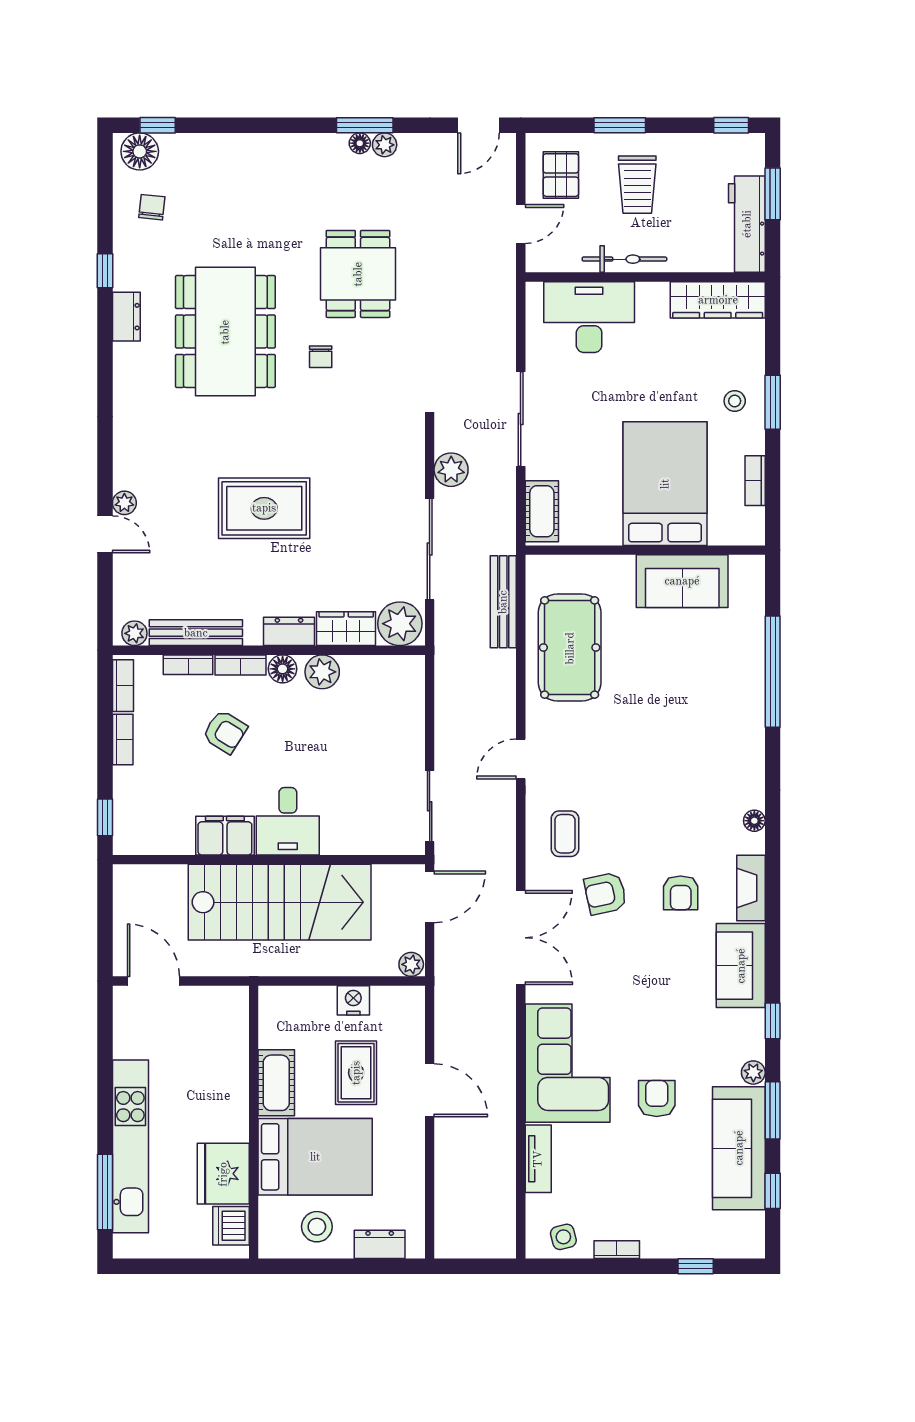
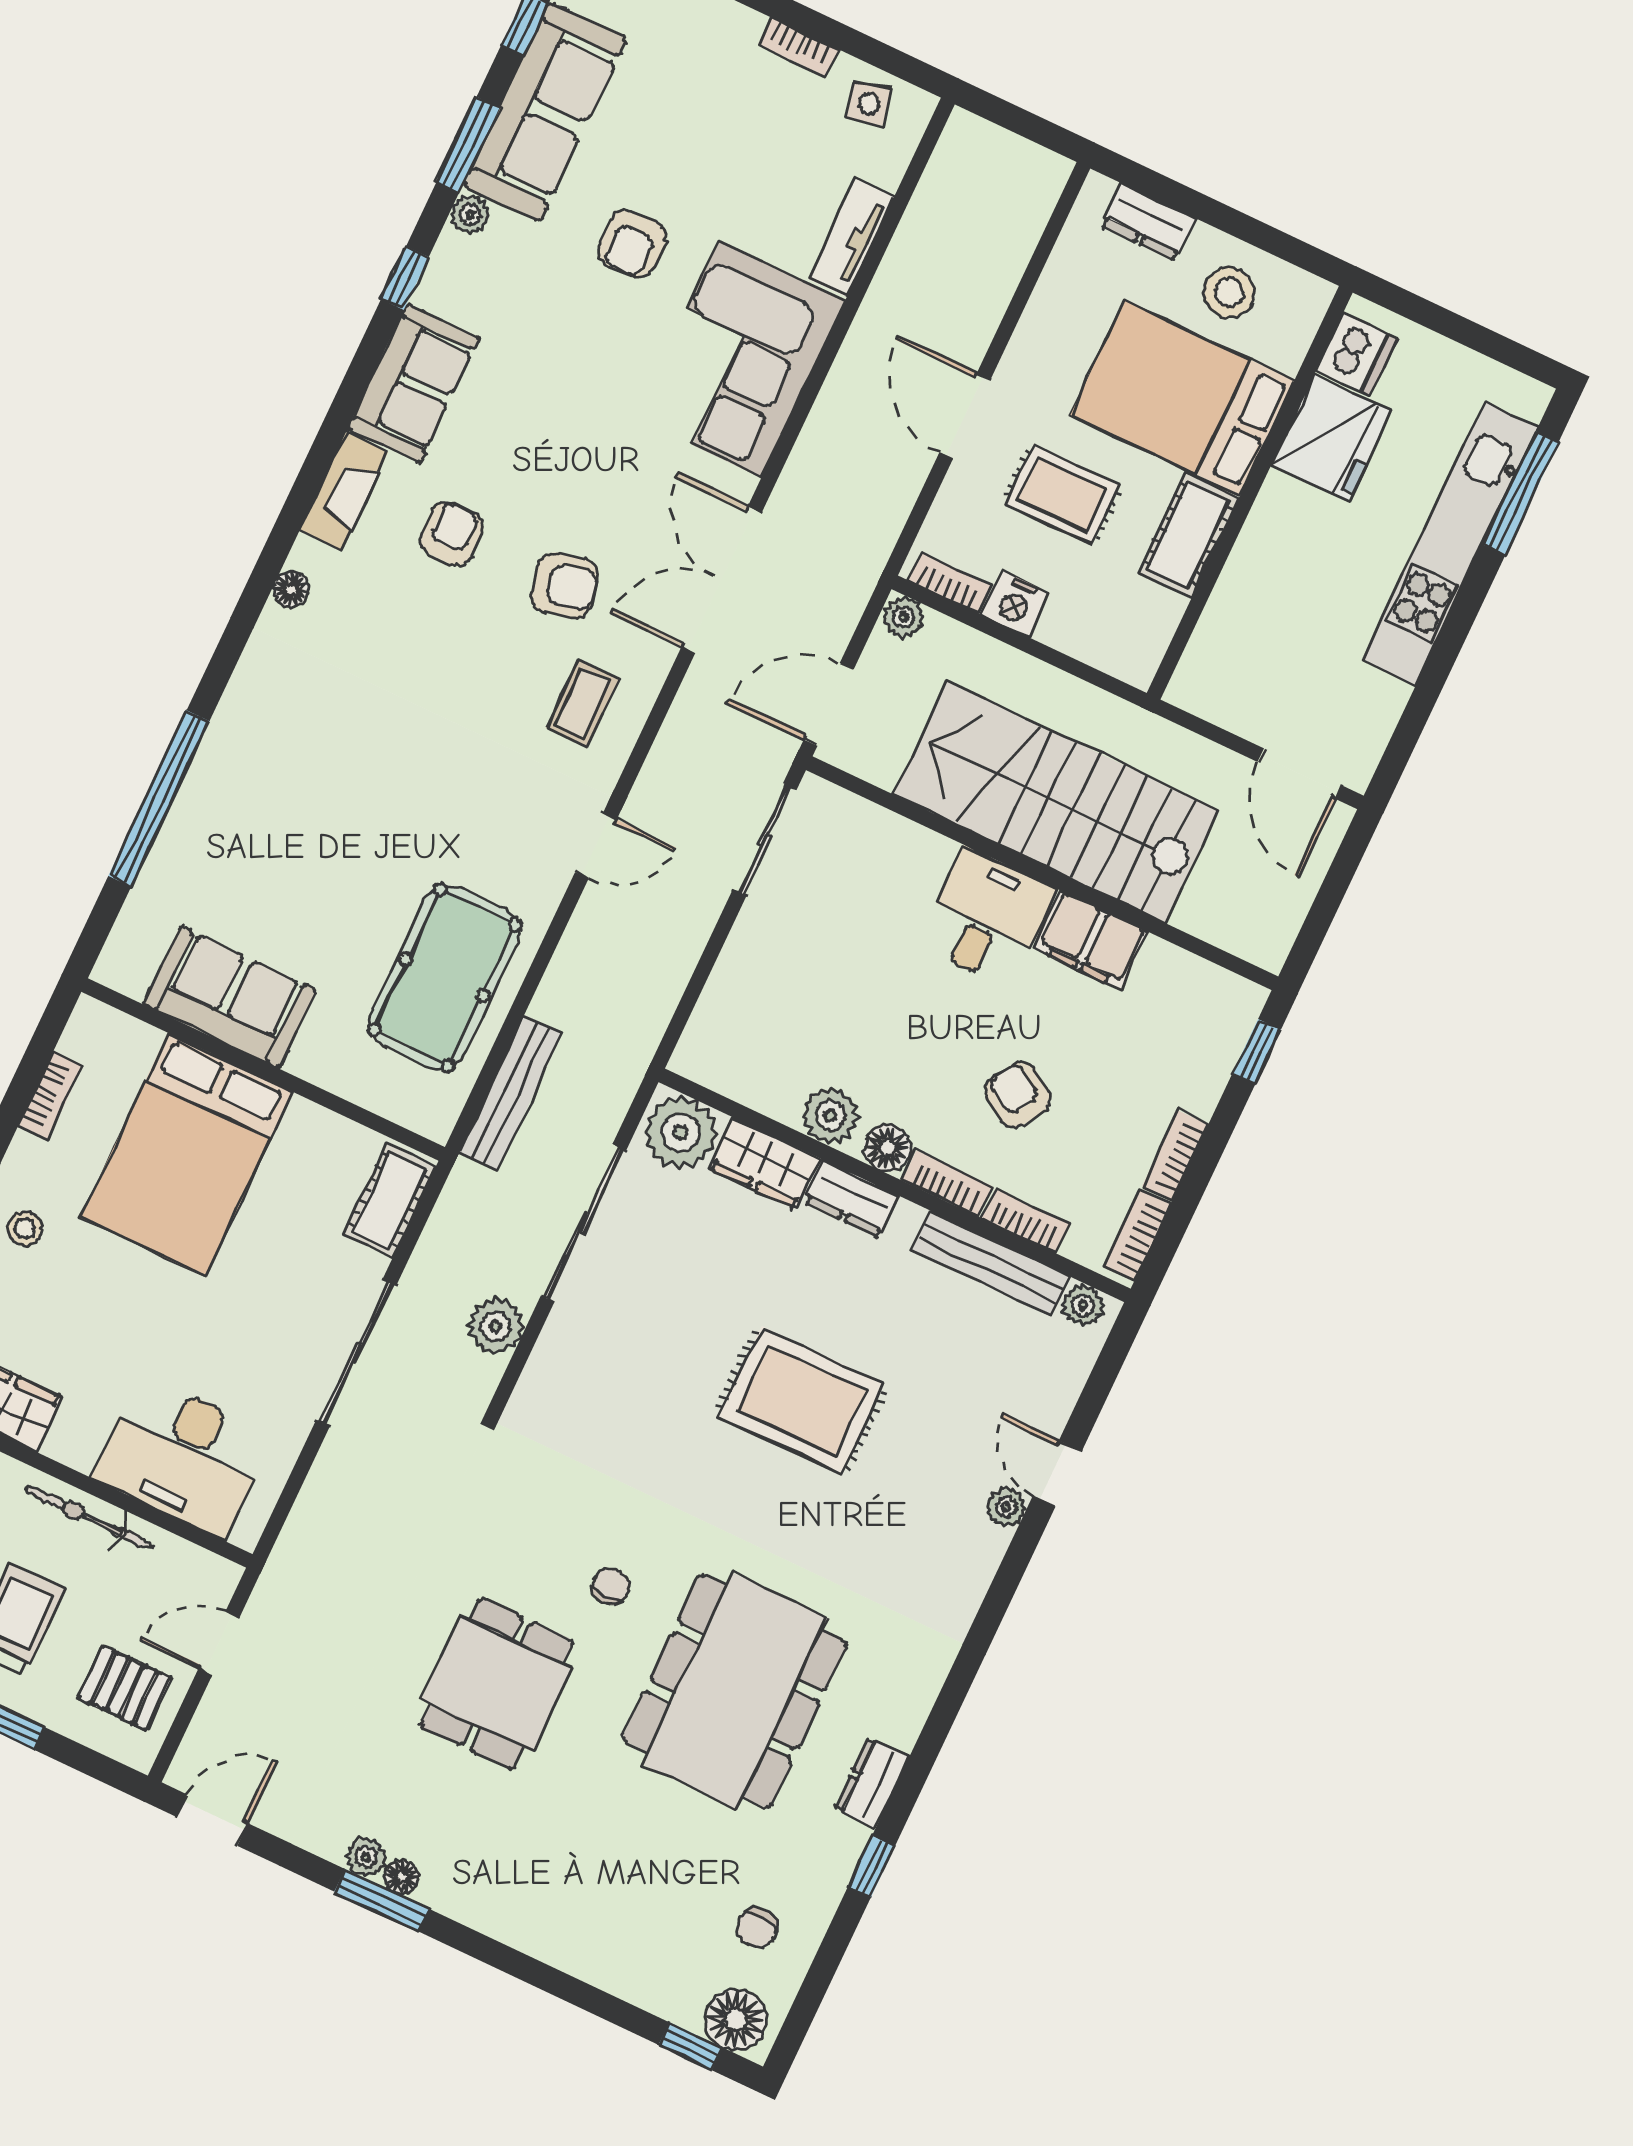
pallet: (561, 175) -> (125, 1688), turned 90
bookcase: (395, 995) -> (949, 583), added
rug: (356, 1073) -> (1062, 494), turned 90

